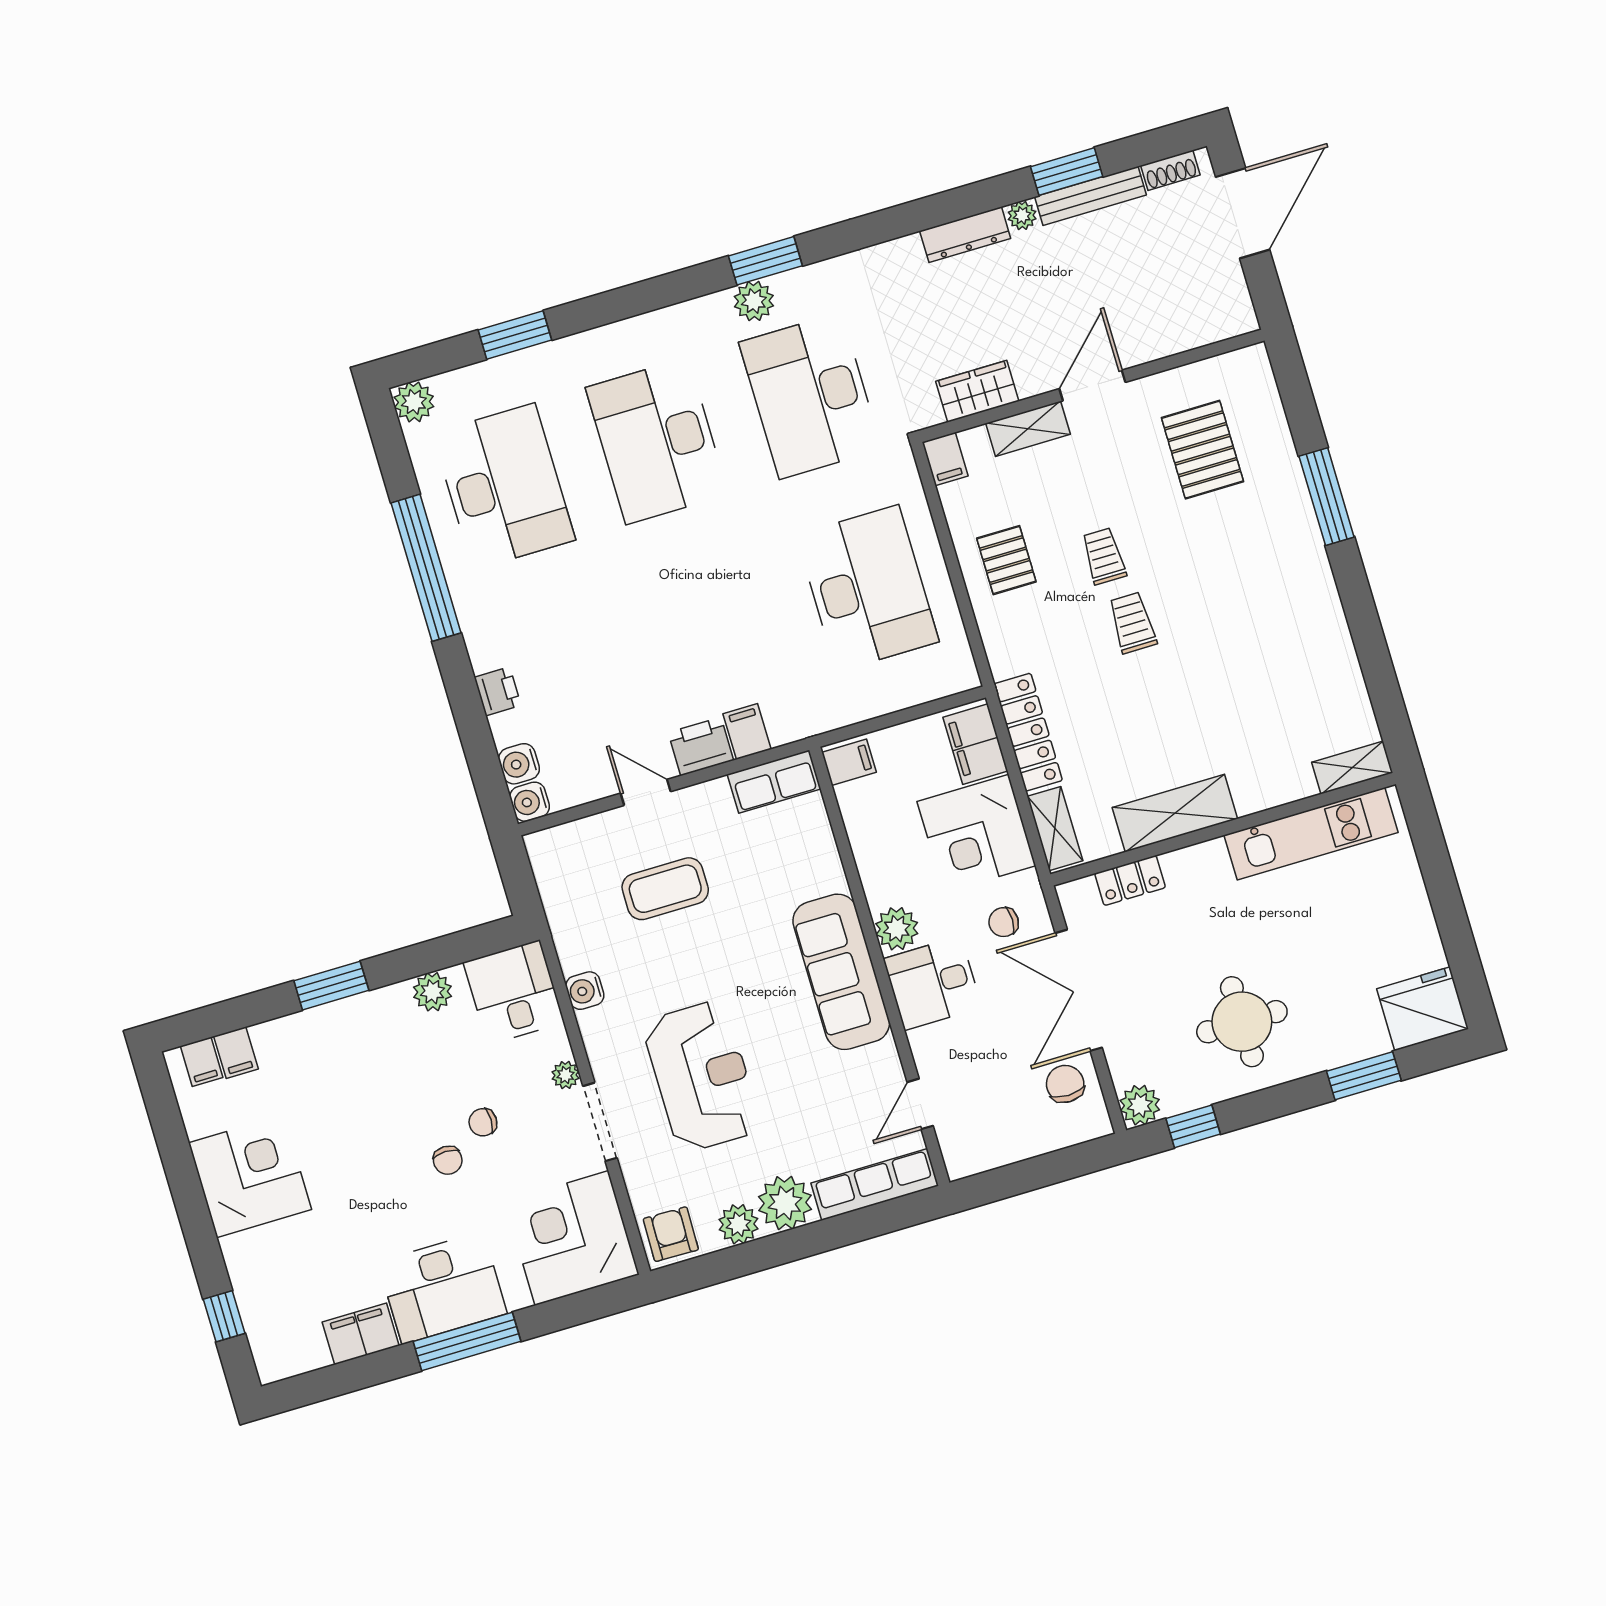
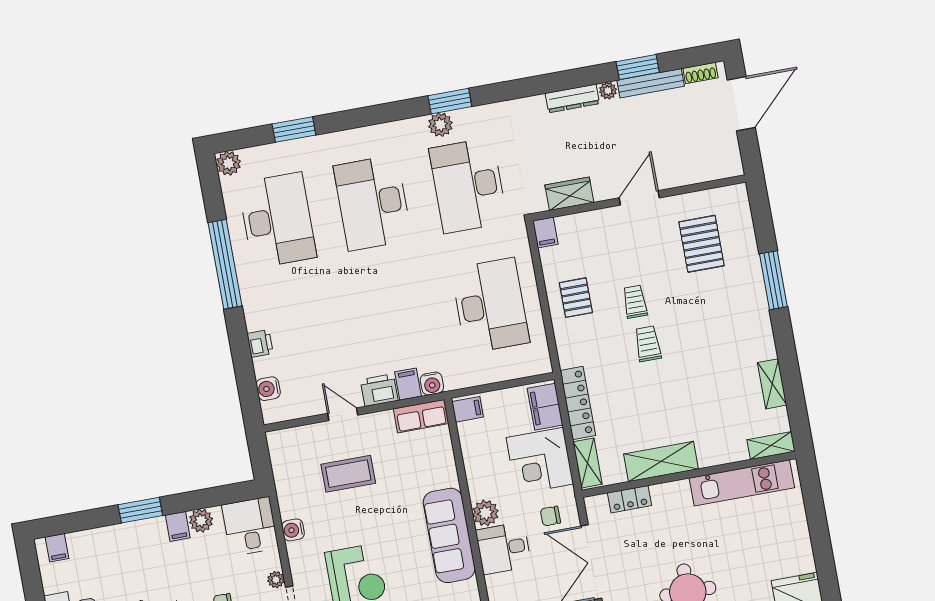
shelving: (1028, 429) -> (772, 384), moved, turned 90
water cooler: (530, 802) -> (432, 383), moved, turned -90
filing cabinet: (236, 1053) -> (178, 526), moved

